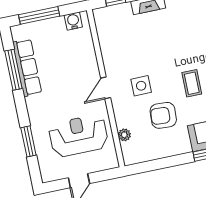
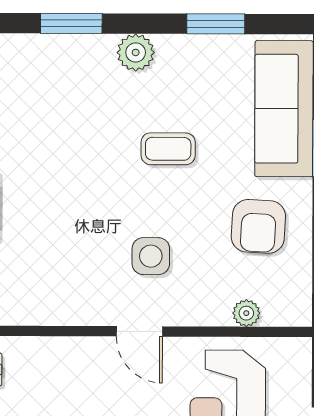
armchair: (163, 115) -> (258, 226), moved

